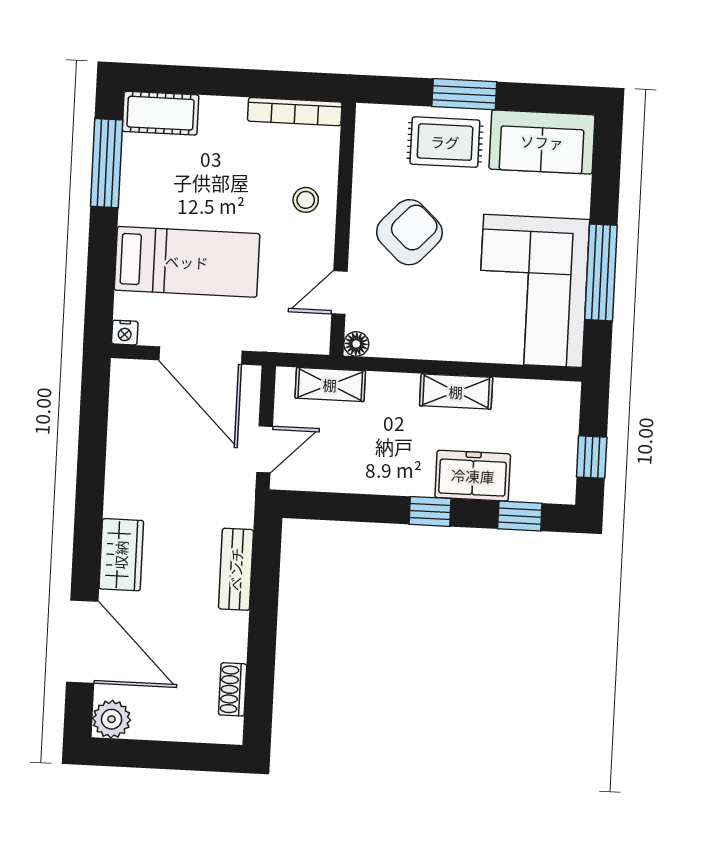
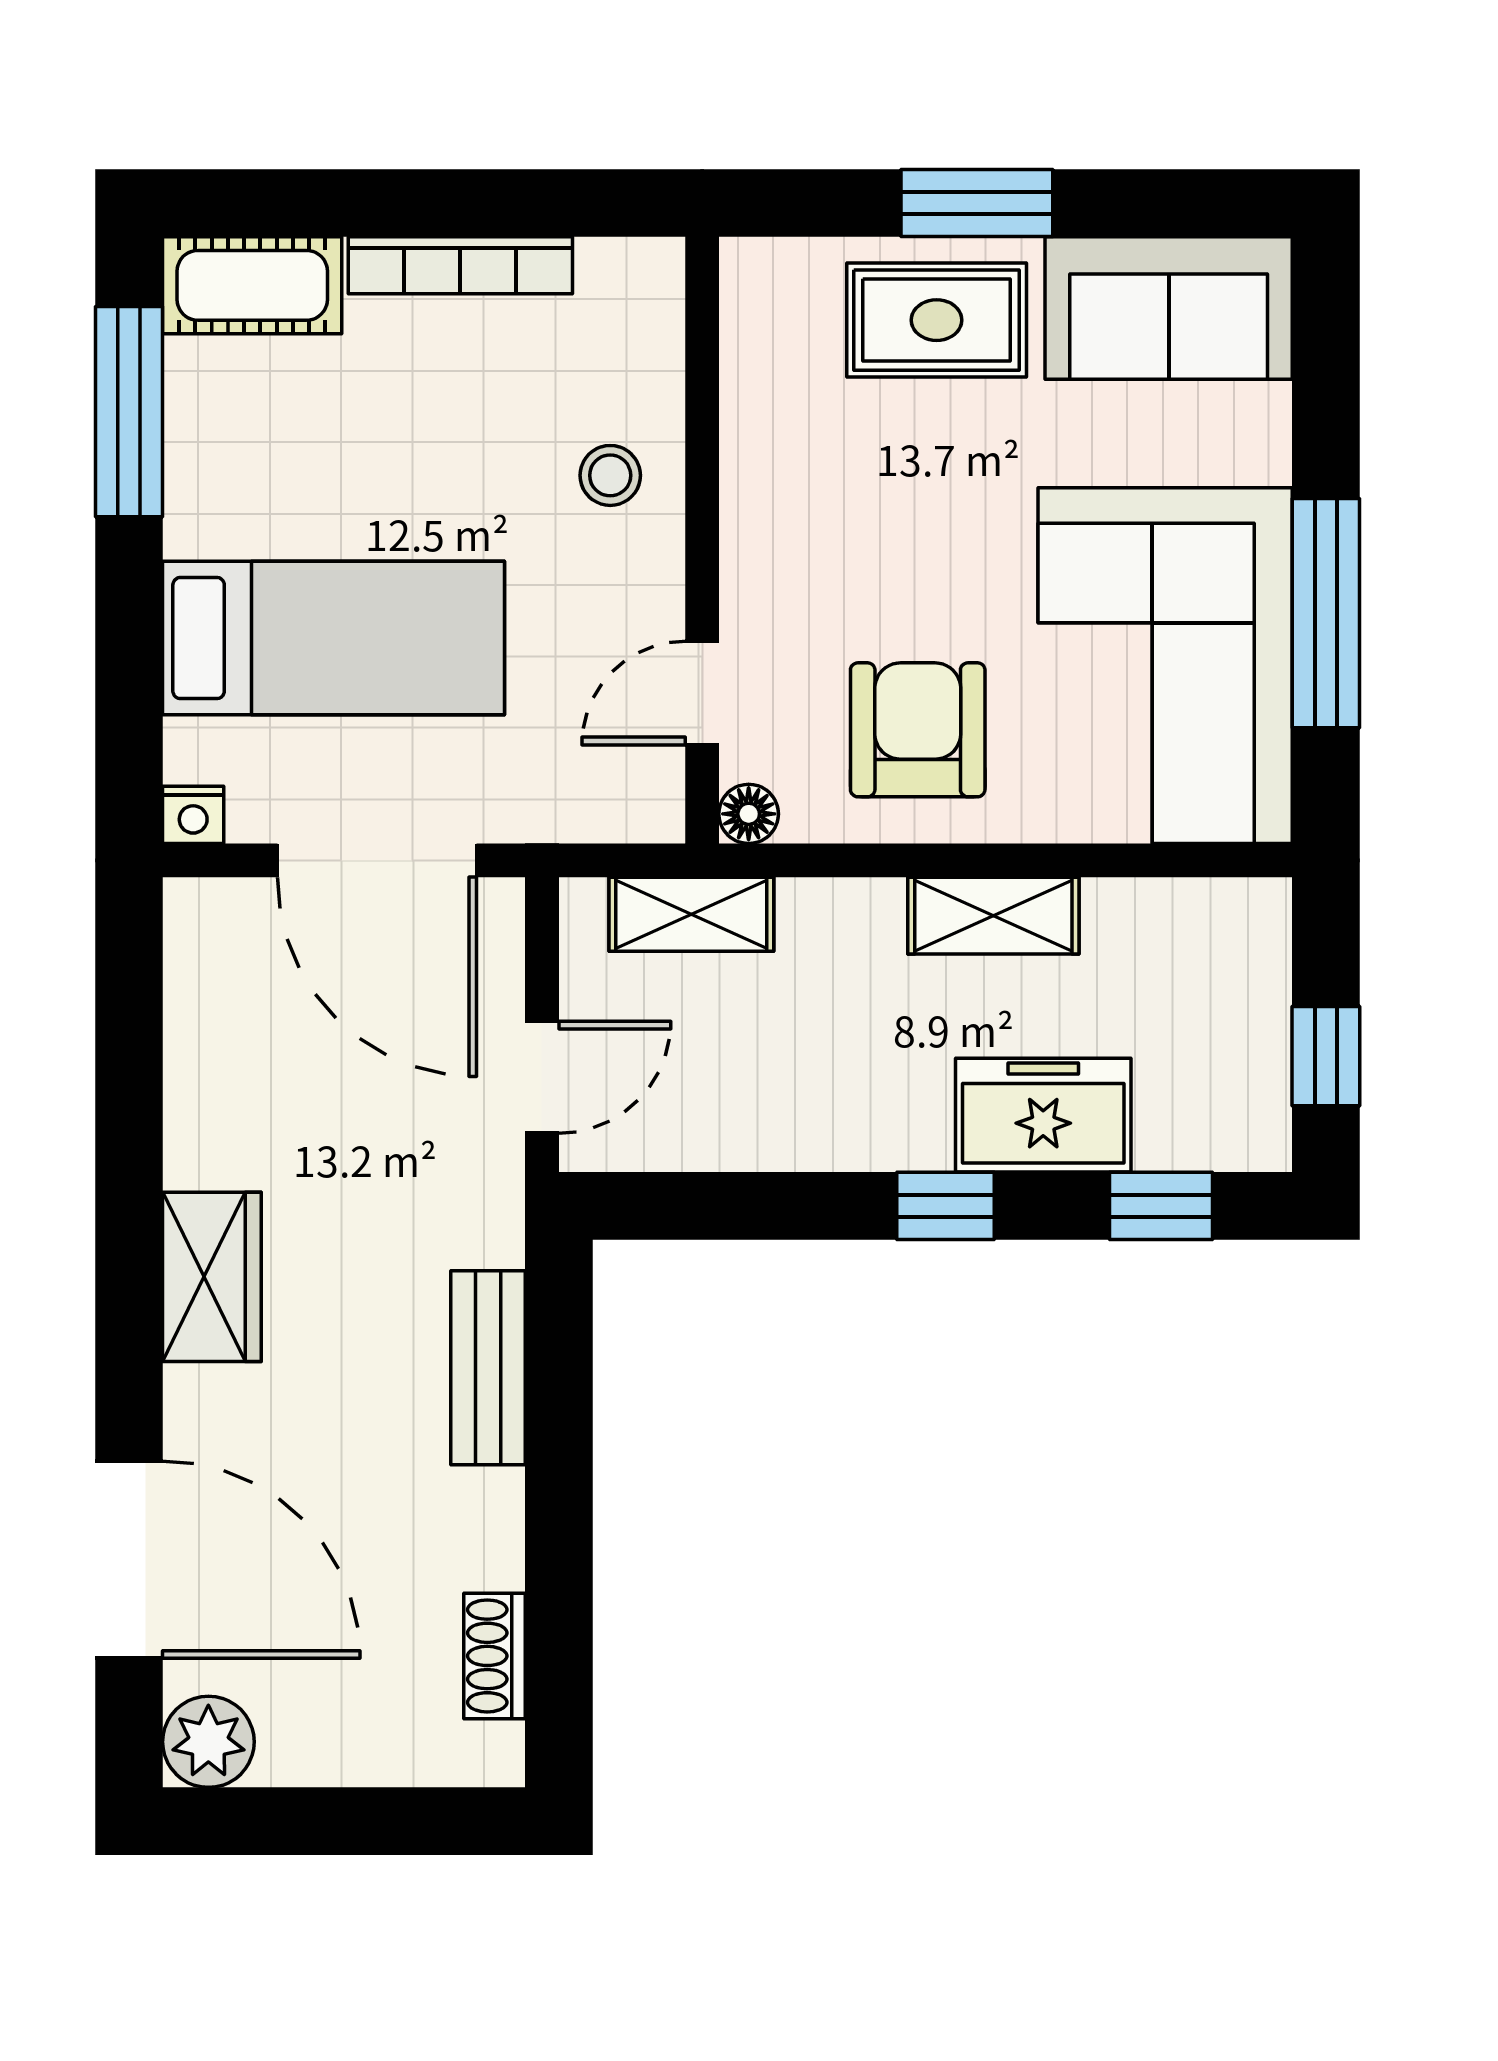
bookcase: (295, 112) -> (460, 265), moved
armchair: (409, 232) -> (918, 730), moved, turned -43
wardrobe: (121, 555) -> (212, 1277), moved

